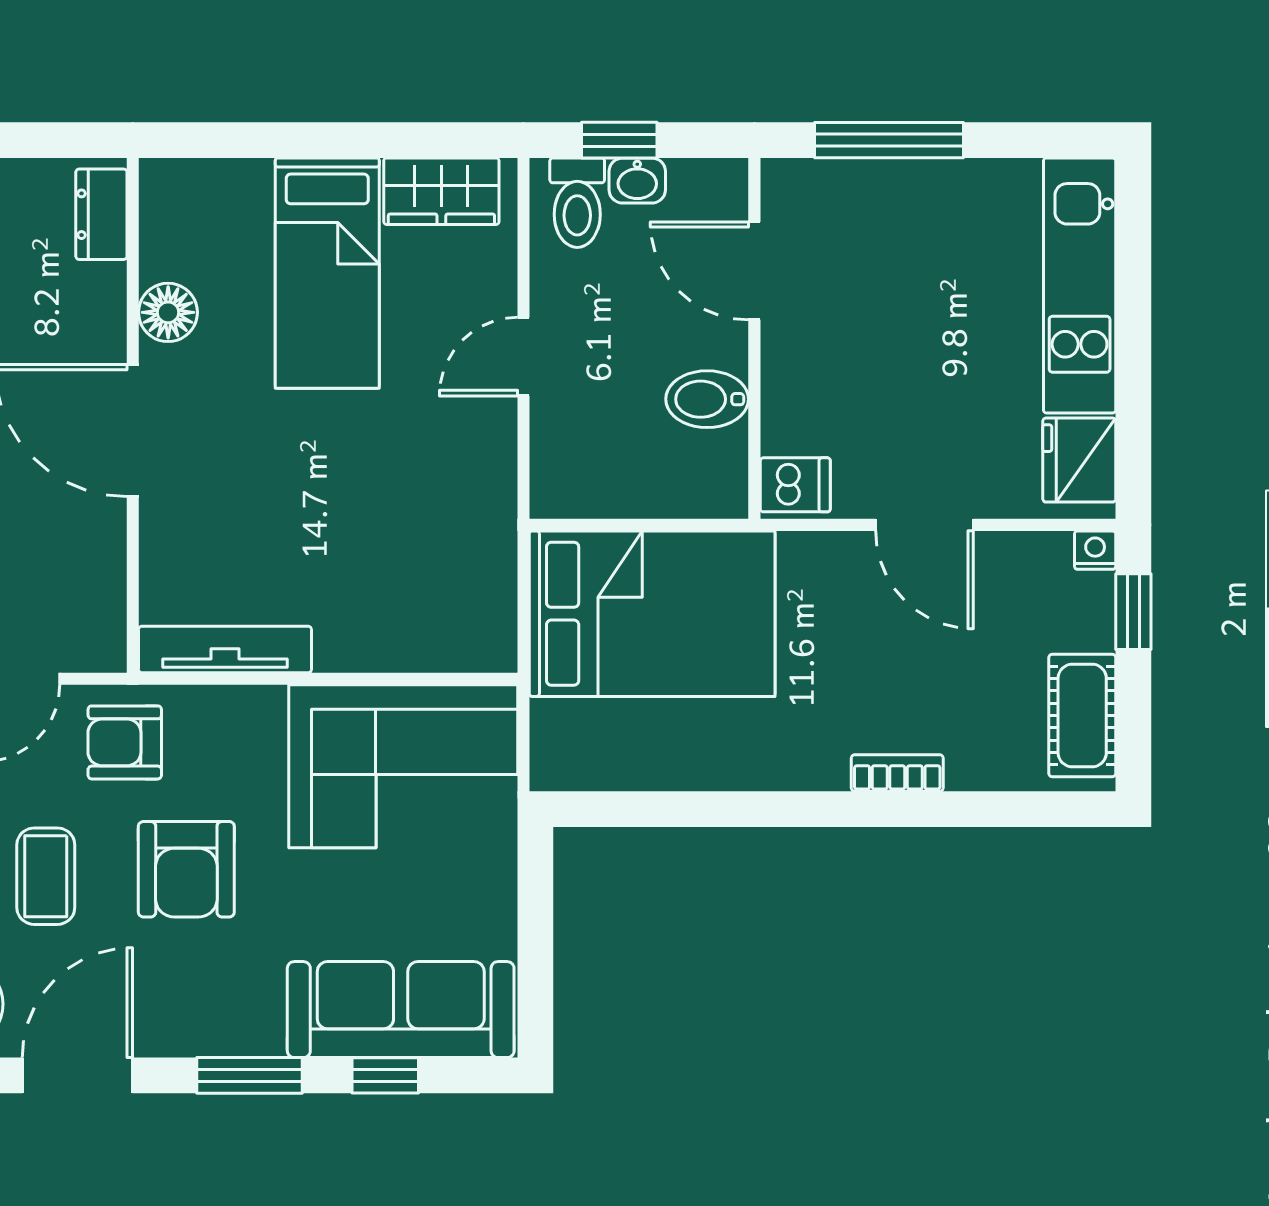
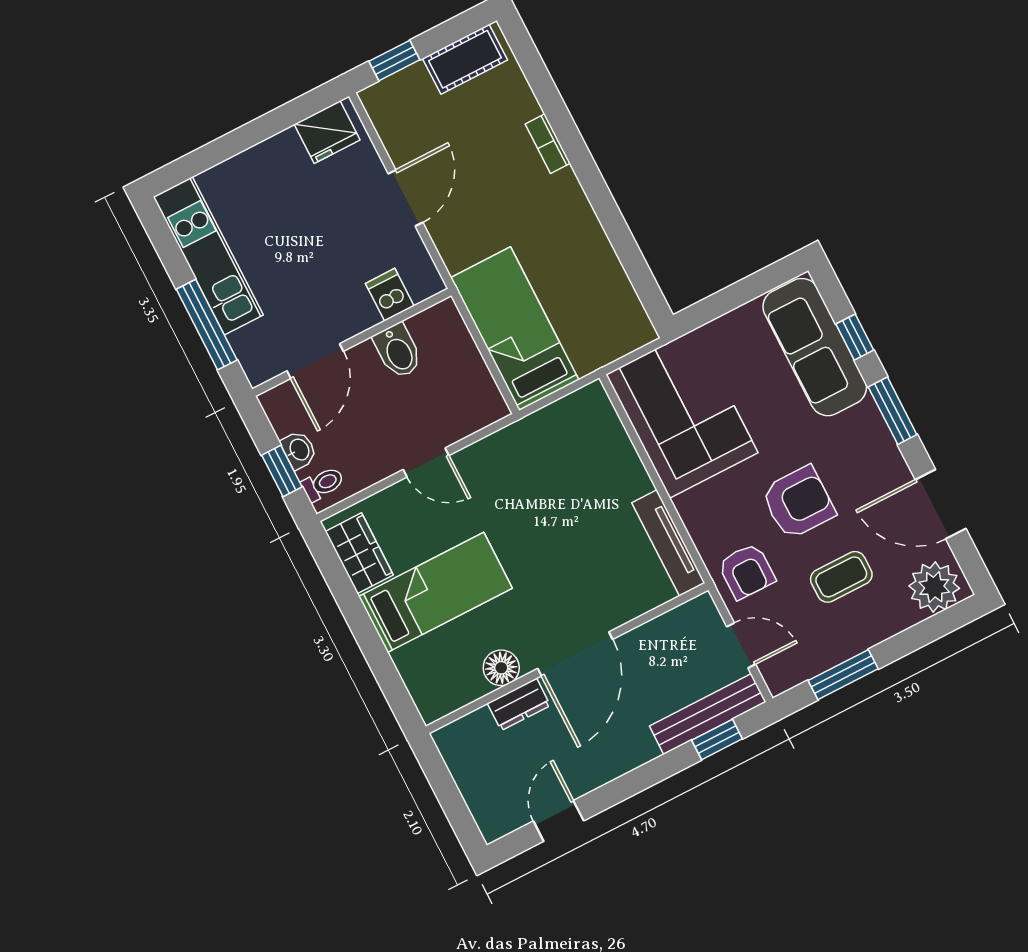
toilet: (577, 203) -> (323, 484), width x0.73, depth x0.72
dresser: (101, 214) -> (519, 704), moved
kitchen unit: (1080, 286) -> (208, 256), moved, turned -90
dishwasher: (795, 485) -> (390, 295), moved
nightstand: (1095, 550) -> (372, 98), removed
bed: (652, 614) -> (515, 329), width x0.67

